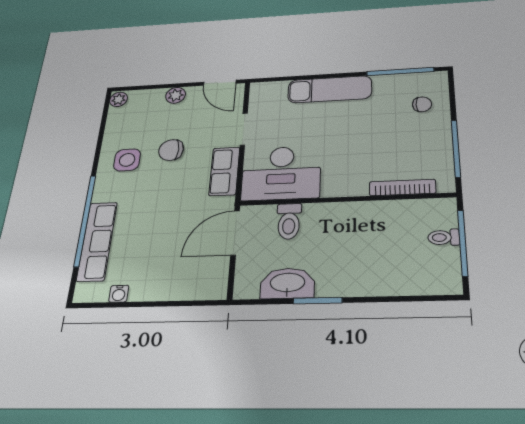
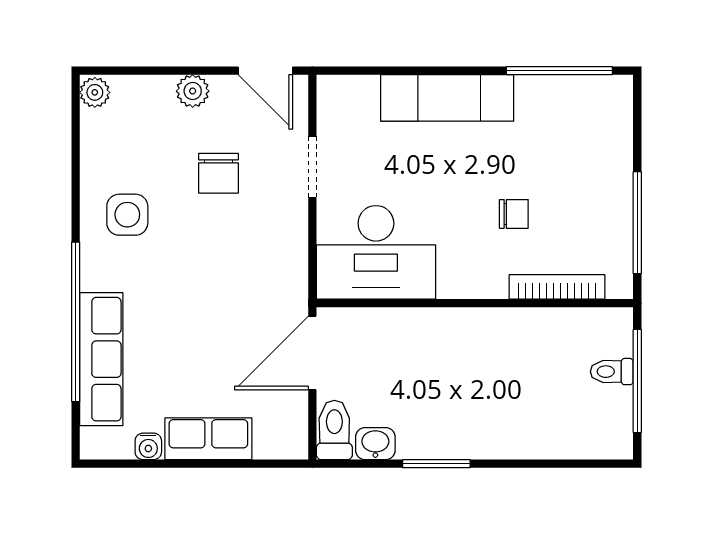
chair: (422, 104) -> (514, 214), moved
chair: (171, 150) -> (218, 173), moved, turned -90
row of seats: (224, 171) -> (208, 439), moved, turned 90
toilet: (289, 221) -> (334, 430), moved, turned 180
washbasin: (287, 283) -> (375, 444), width x0.52, depth x0.69

